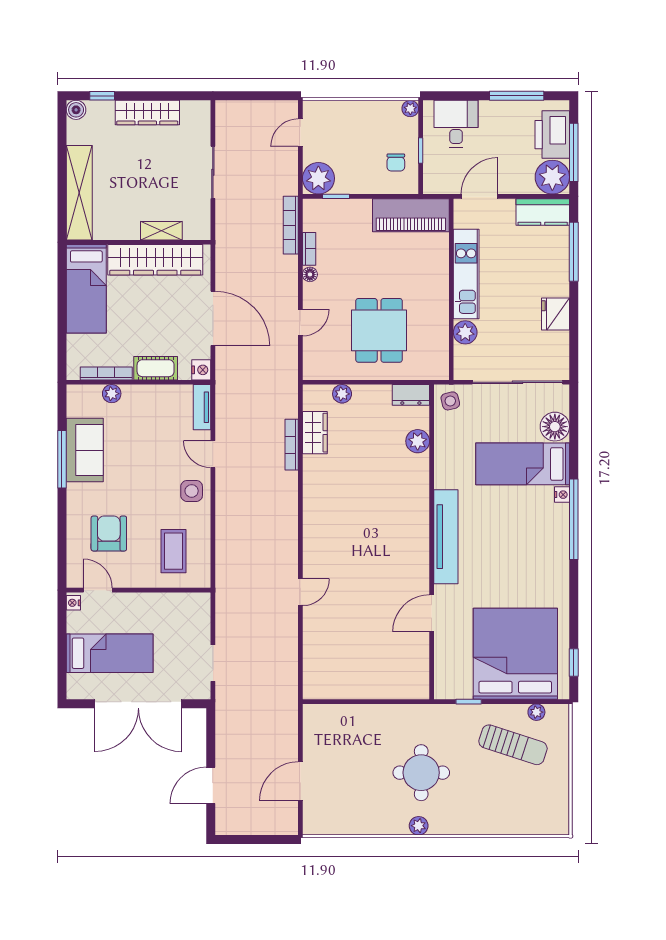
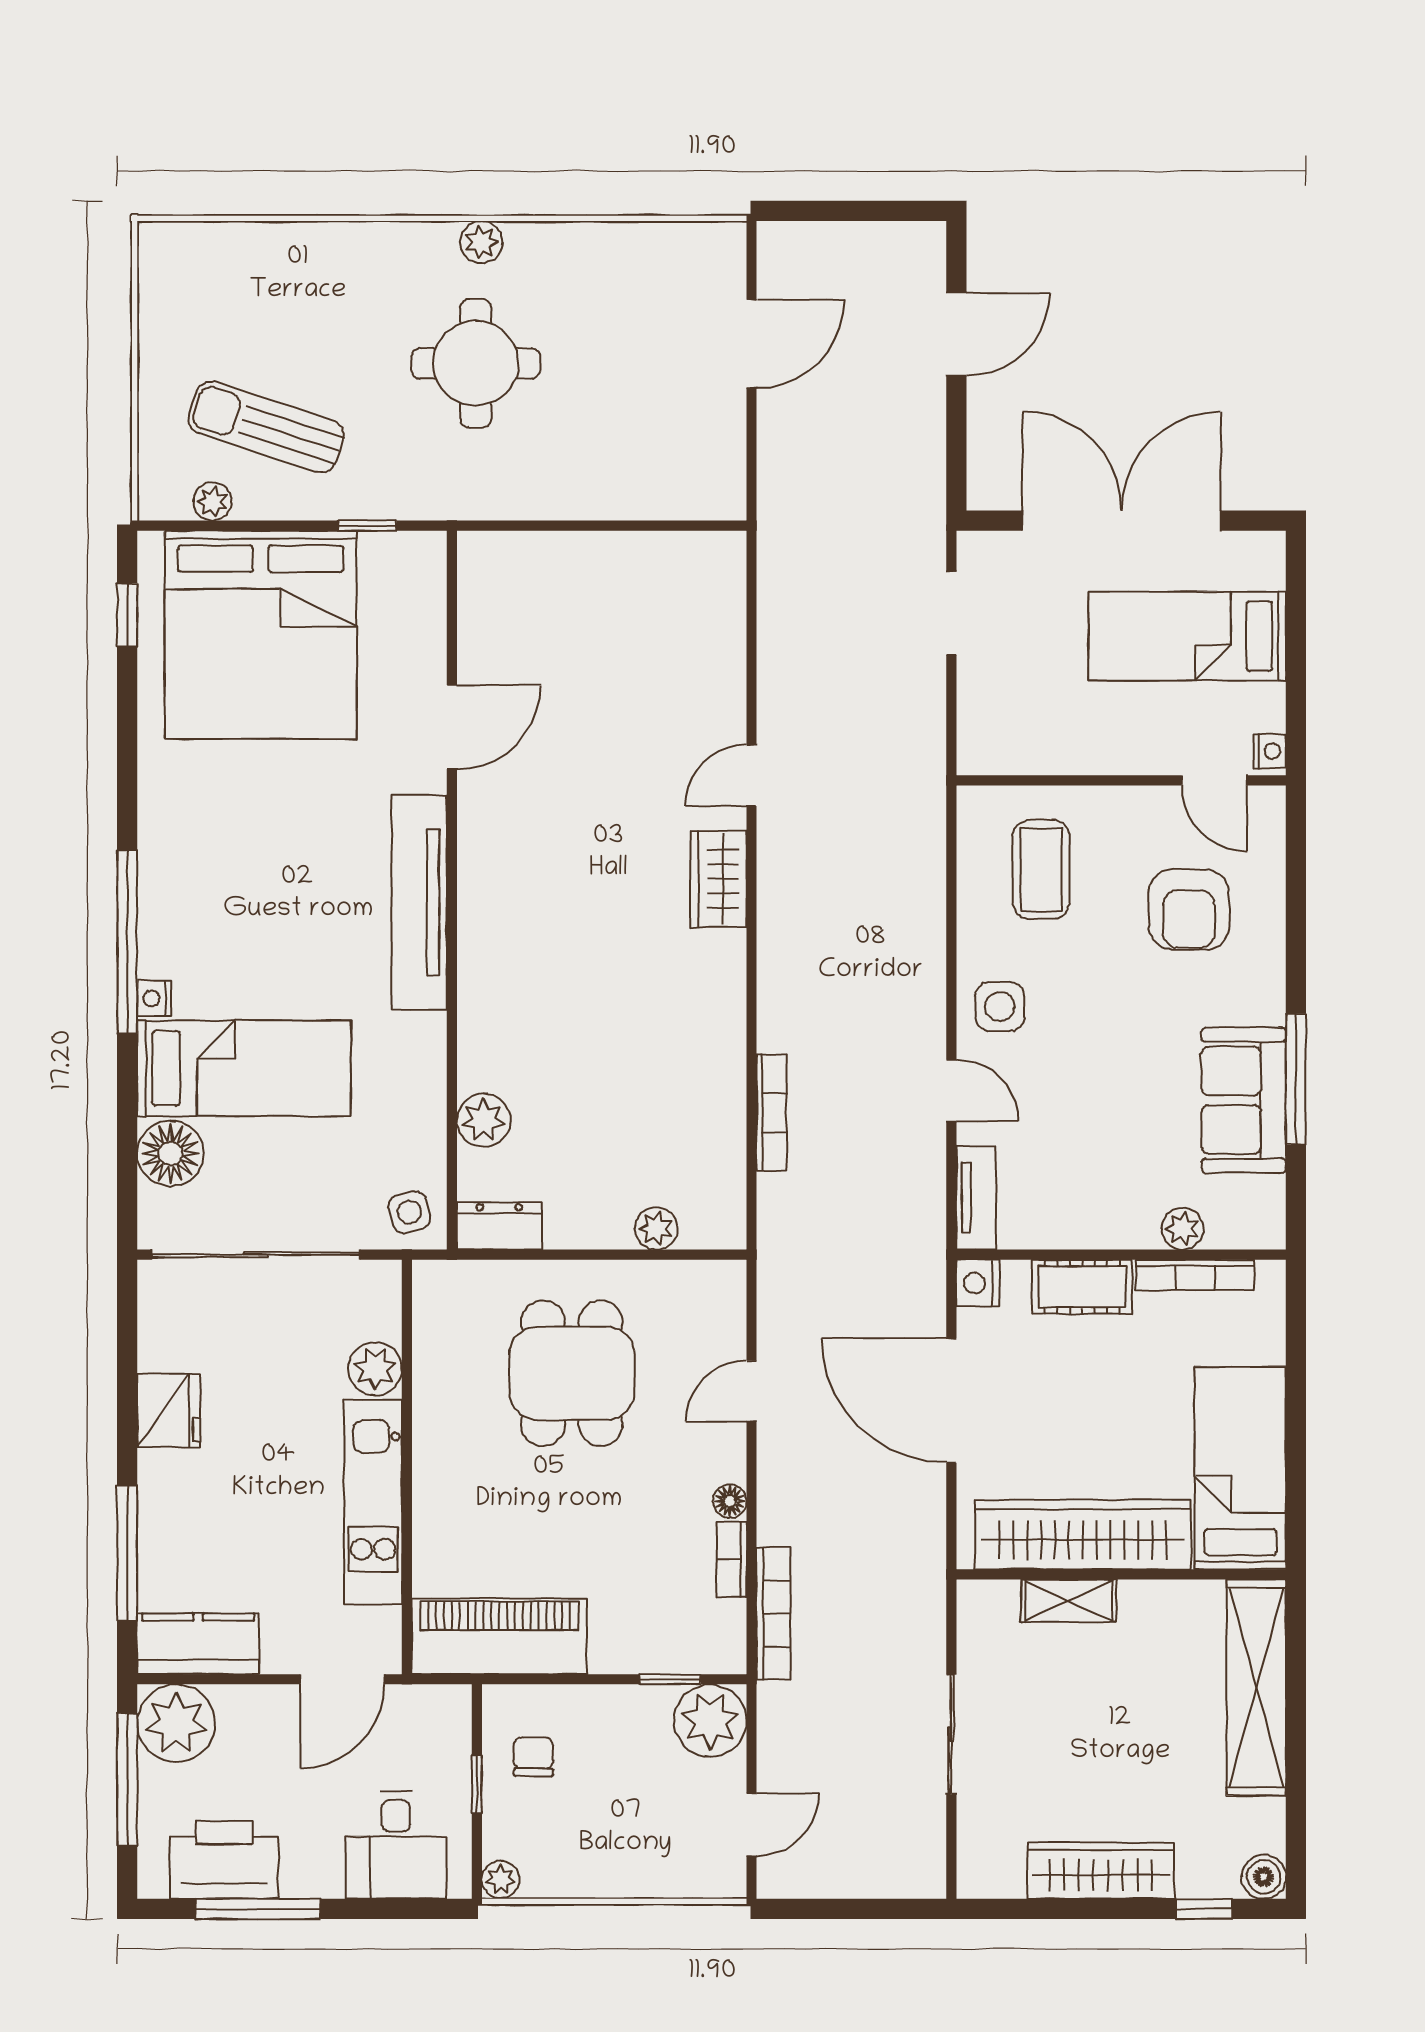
printer: (552, 135) -> (224, 1860), moved, turned -90
wardrobe: (315, 433) -> (718, 879), moved

